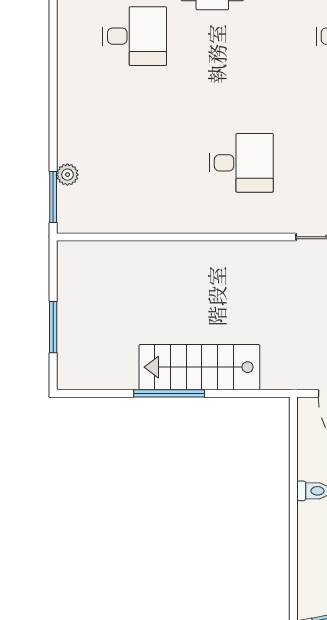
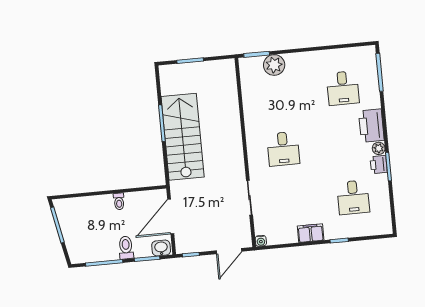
plant: (67, 175) -> (274, 65), width x1.87, depth x1.87
stairs: (199, 367) -> (183, 137), width x1.36, depth x1.51

